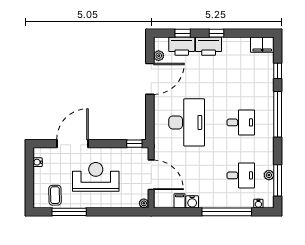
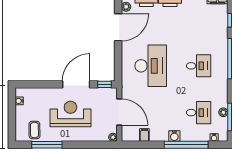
door: (72, 144) -> (76, 84), moved
water cooler: (192, 202) -> (174, 136), moved

